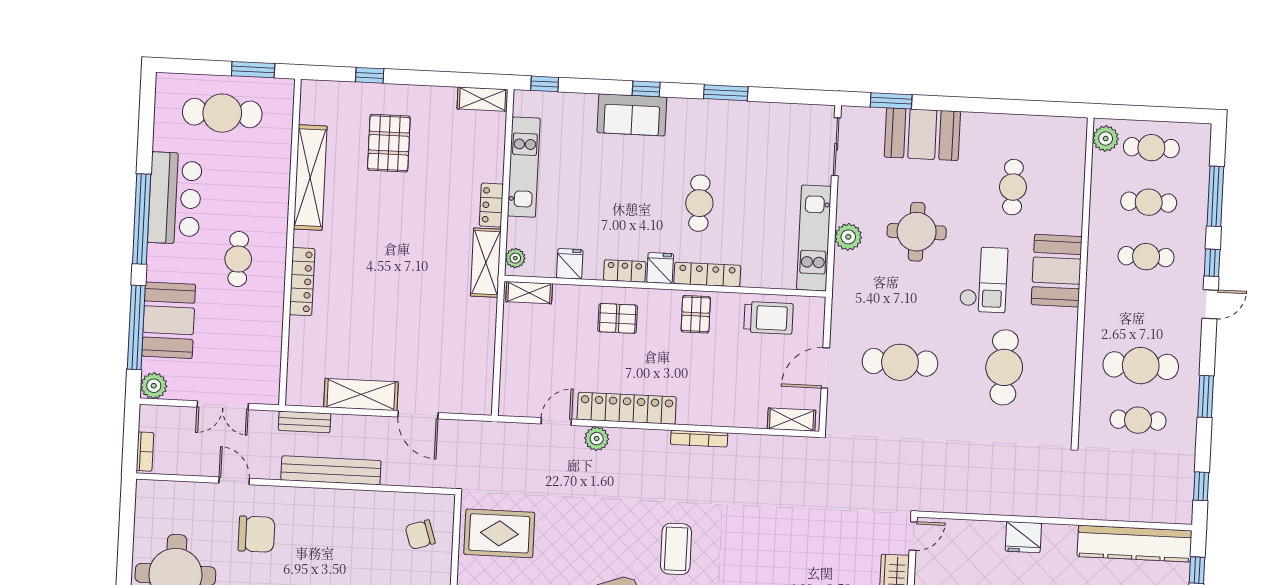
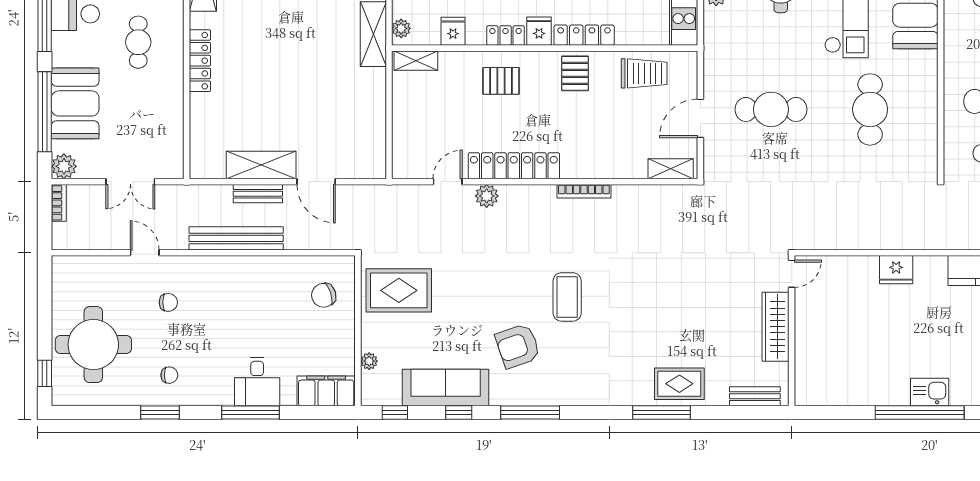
bench: (305, 422) -> (258, 194), moved
bookcase: (145, 452) -> (59, 203), moved
chair: (256, 534) -> (168, 302), width x0.54, depth x0.54

